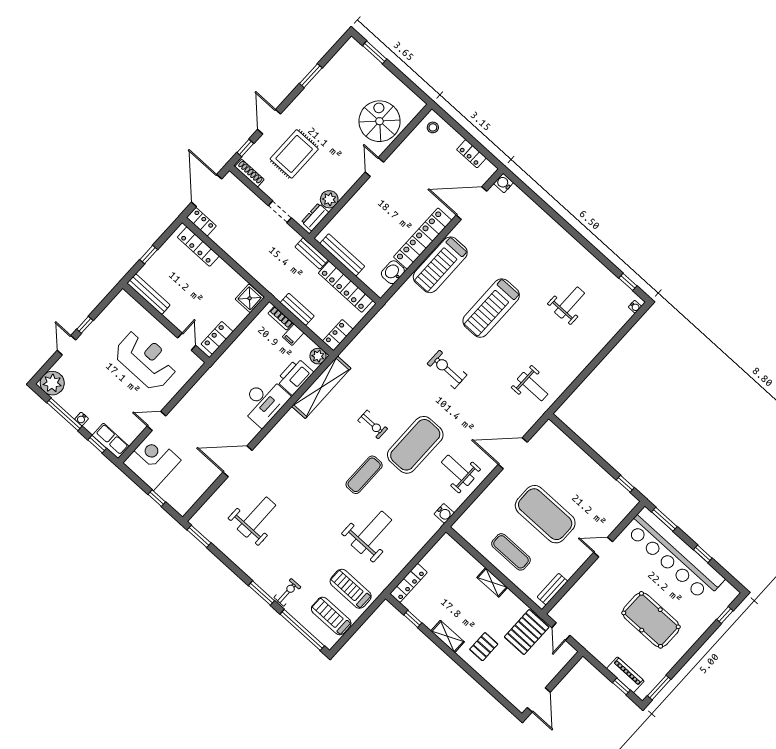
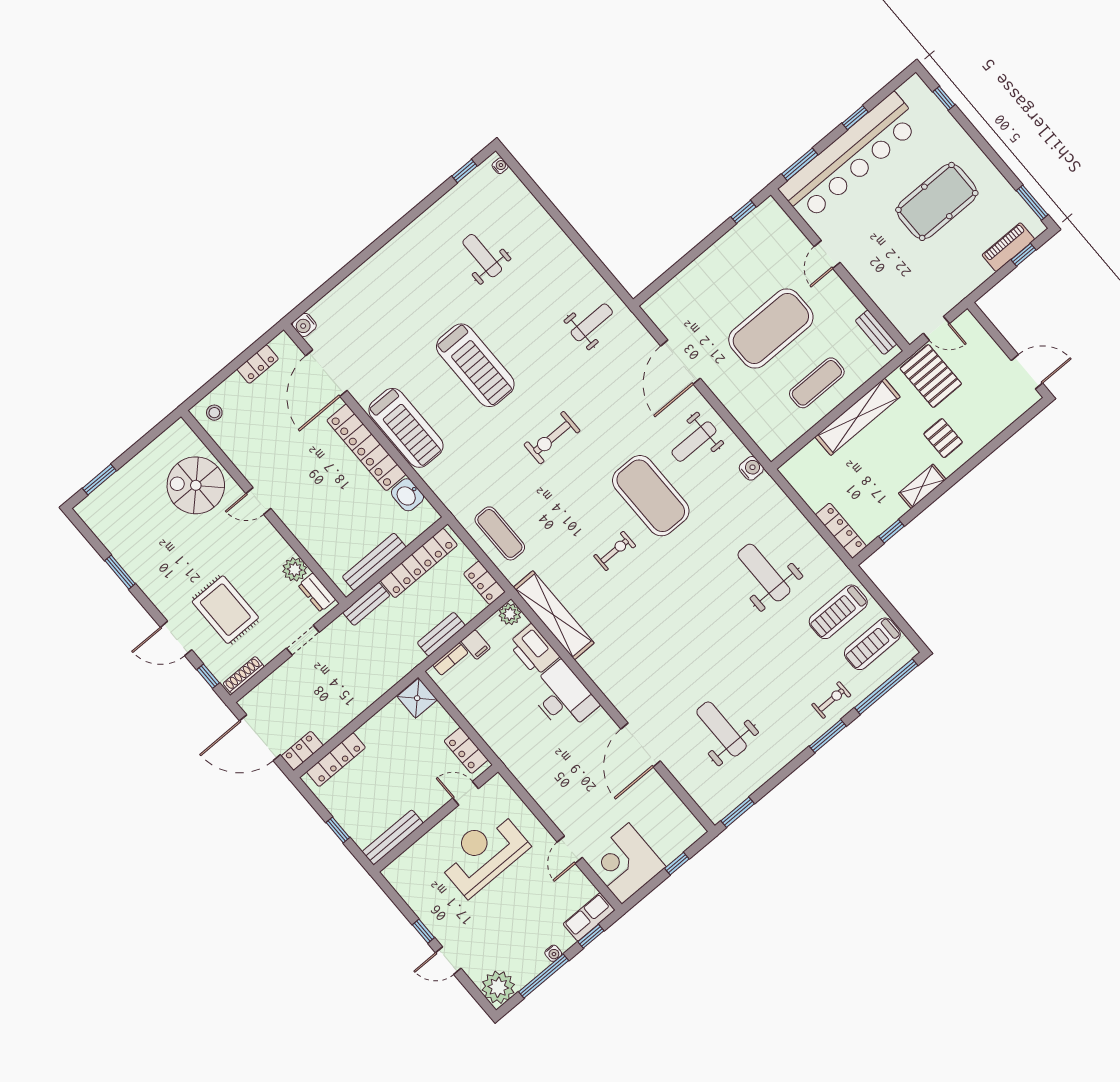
exercise mat: (364, 475) -> (500, 533), moved
shelving: (492, 582) -> (858, 417), width x2.20, depth x1.33
exercise bike: (287, 592) -> (831, 700), turned 90

